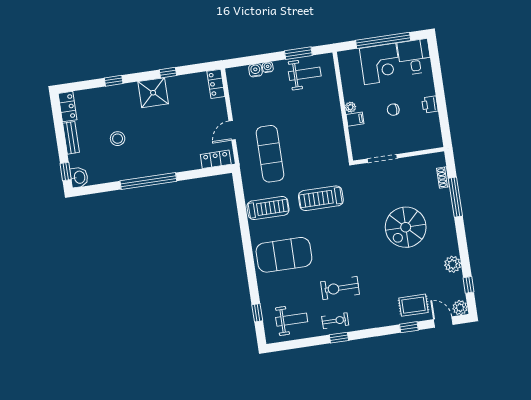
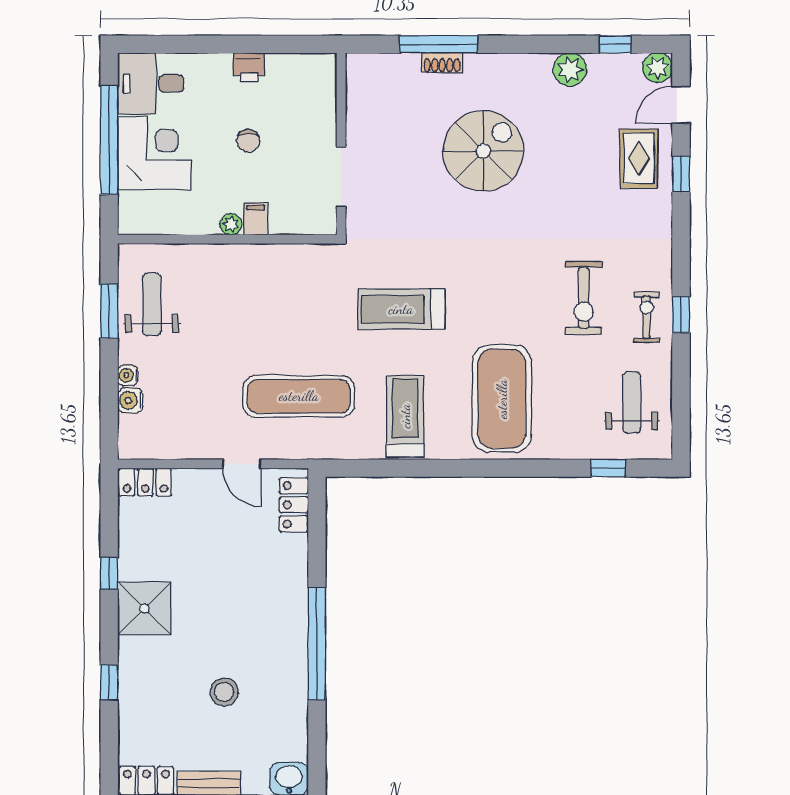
shoe rack: (443, 178) -> (442, 63), moved
treadmill: (321, 198) -> (401, 309), turned 90
spiral stairs: (406, 227) -> (483, 151), turned -90

